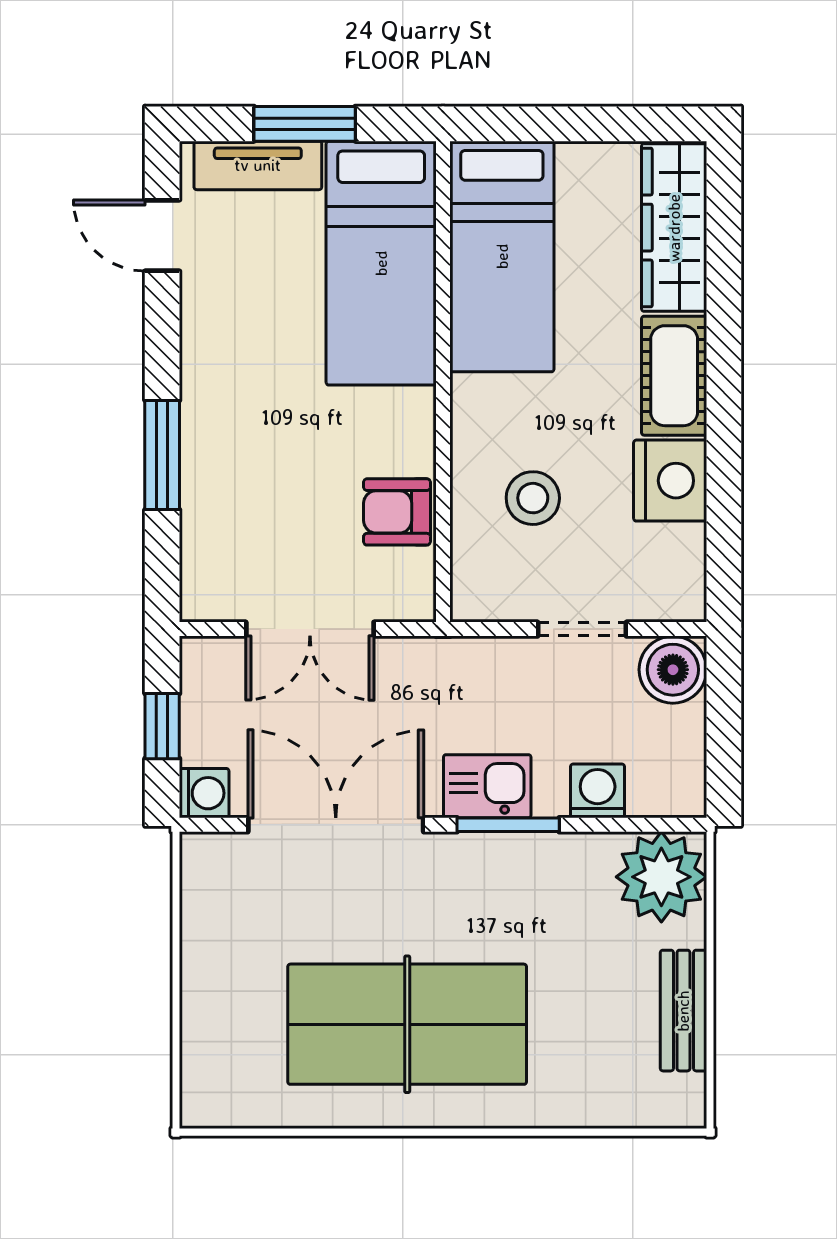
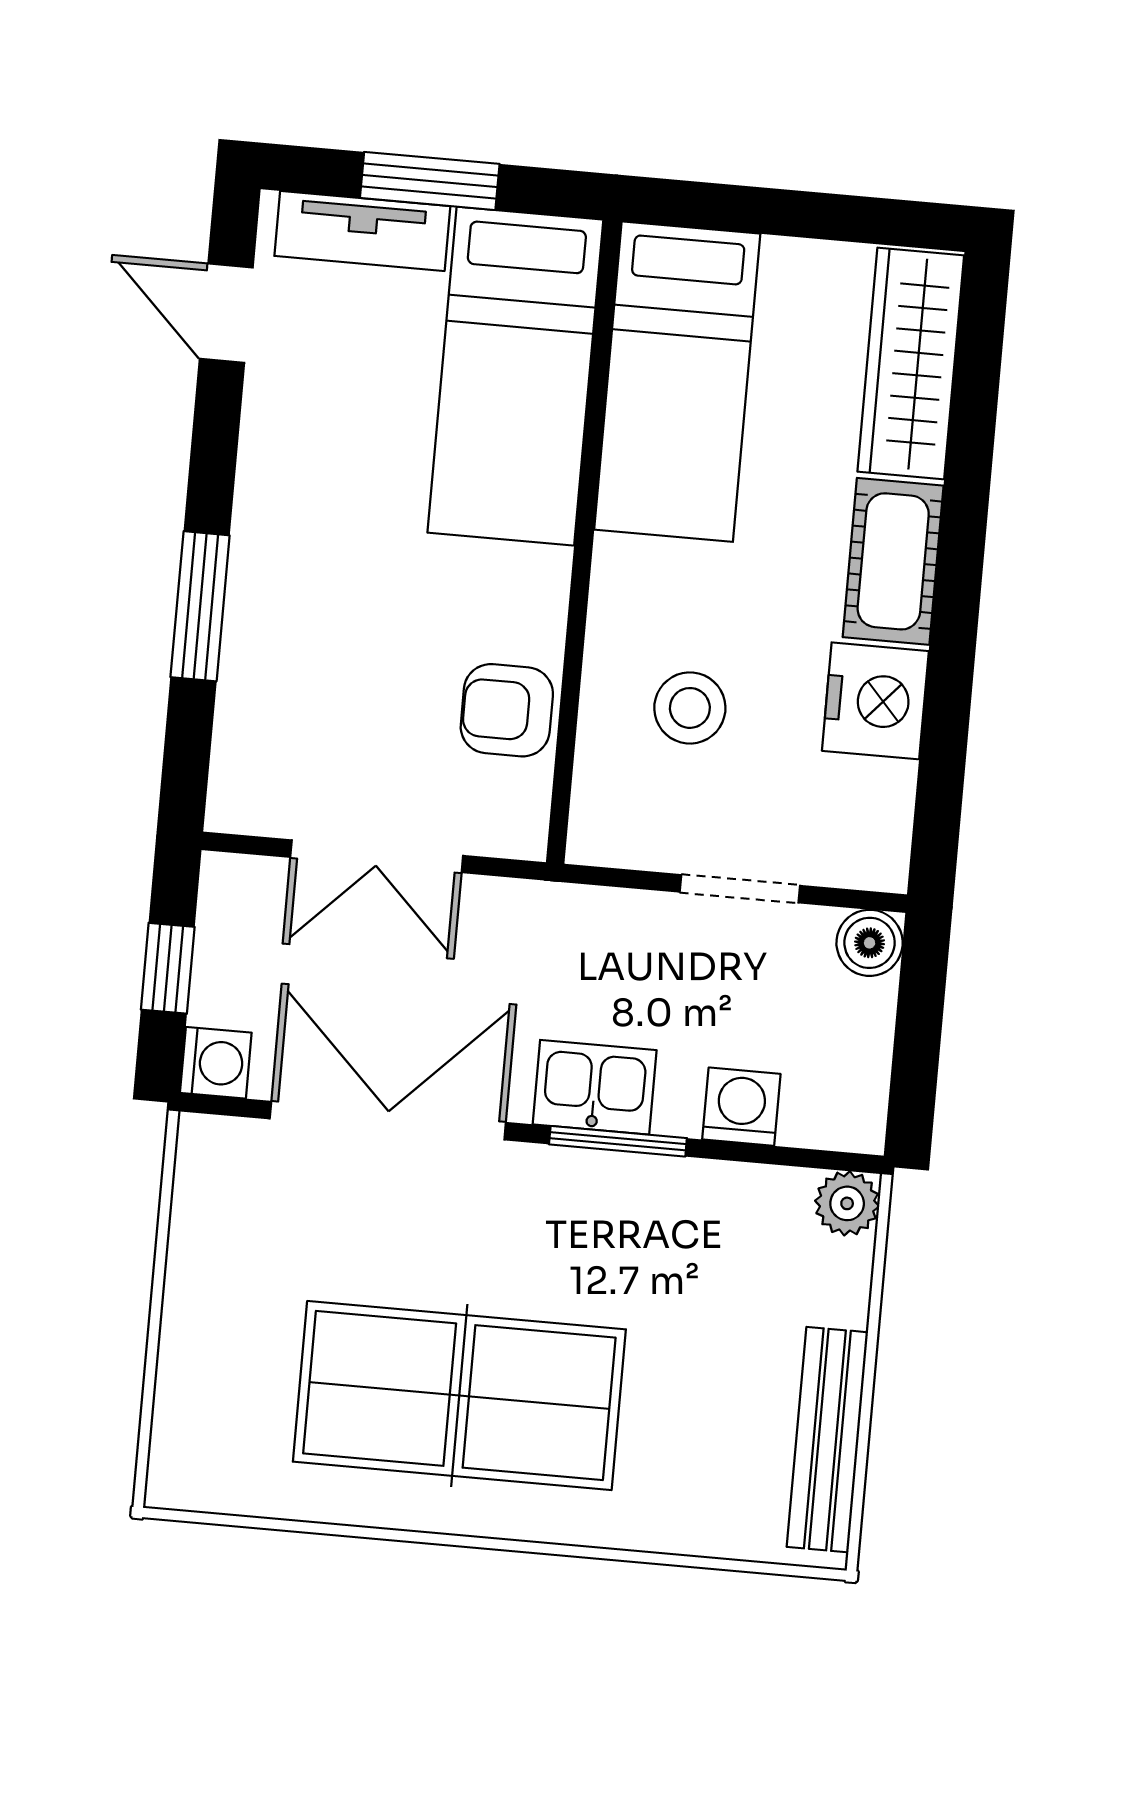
boiler: (673, 670) -> (870, 943), width x0.73, depth x0.73
plant: (661, 877) -> (847, 1203), width x0.53, depth x0.53
bench: (683, 1011) -> (827, 1440), width x1.36

